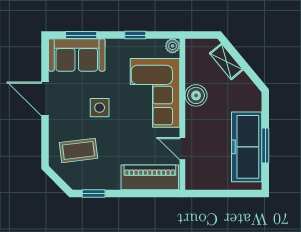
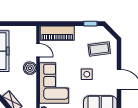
boiler: (196, 95) -> (30, 68), moved

